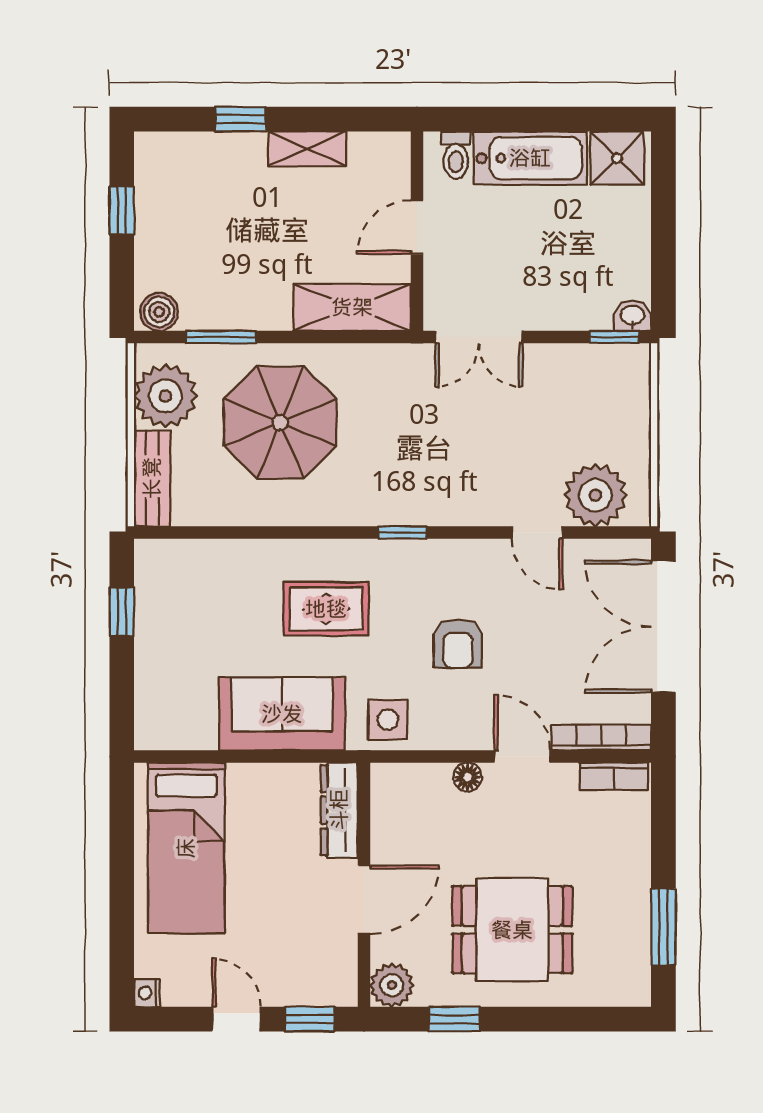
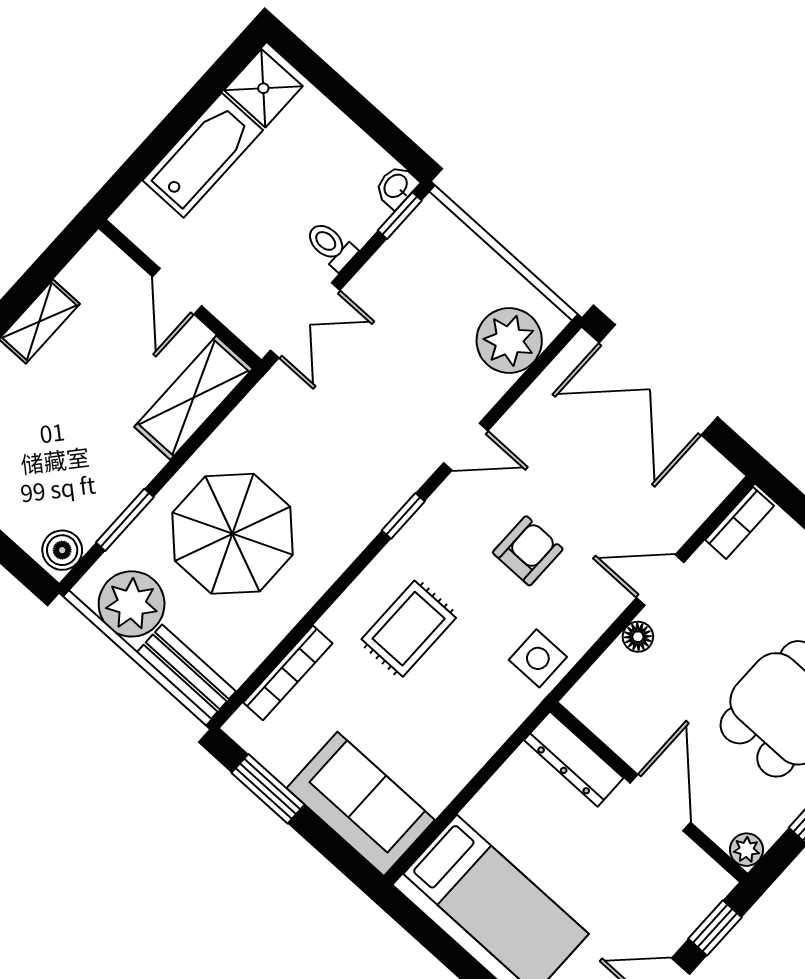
toilet: (456, 155) -> (331, 246), moved, turned 180
door: (537, 532) -> (466, 447), moved
window: (122, 612) -> (268, 789), width x1.50
armchair: (458, 643) -> (528, 551), turned -90
sofa: (282, 714) -> (361, 804), moved, turned 90
bookcase: (601, 738) -> (288, 673), moved, turned 180
plant: (392, 985) -> (746, 850), width x0.73, depth x0.73

